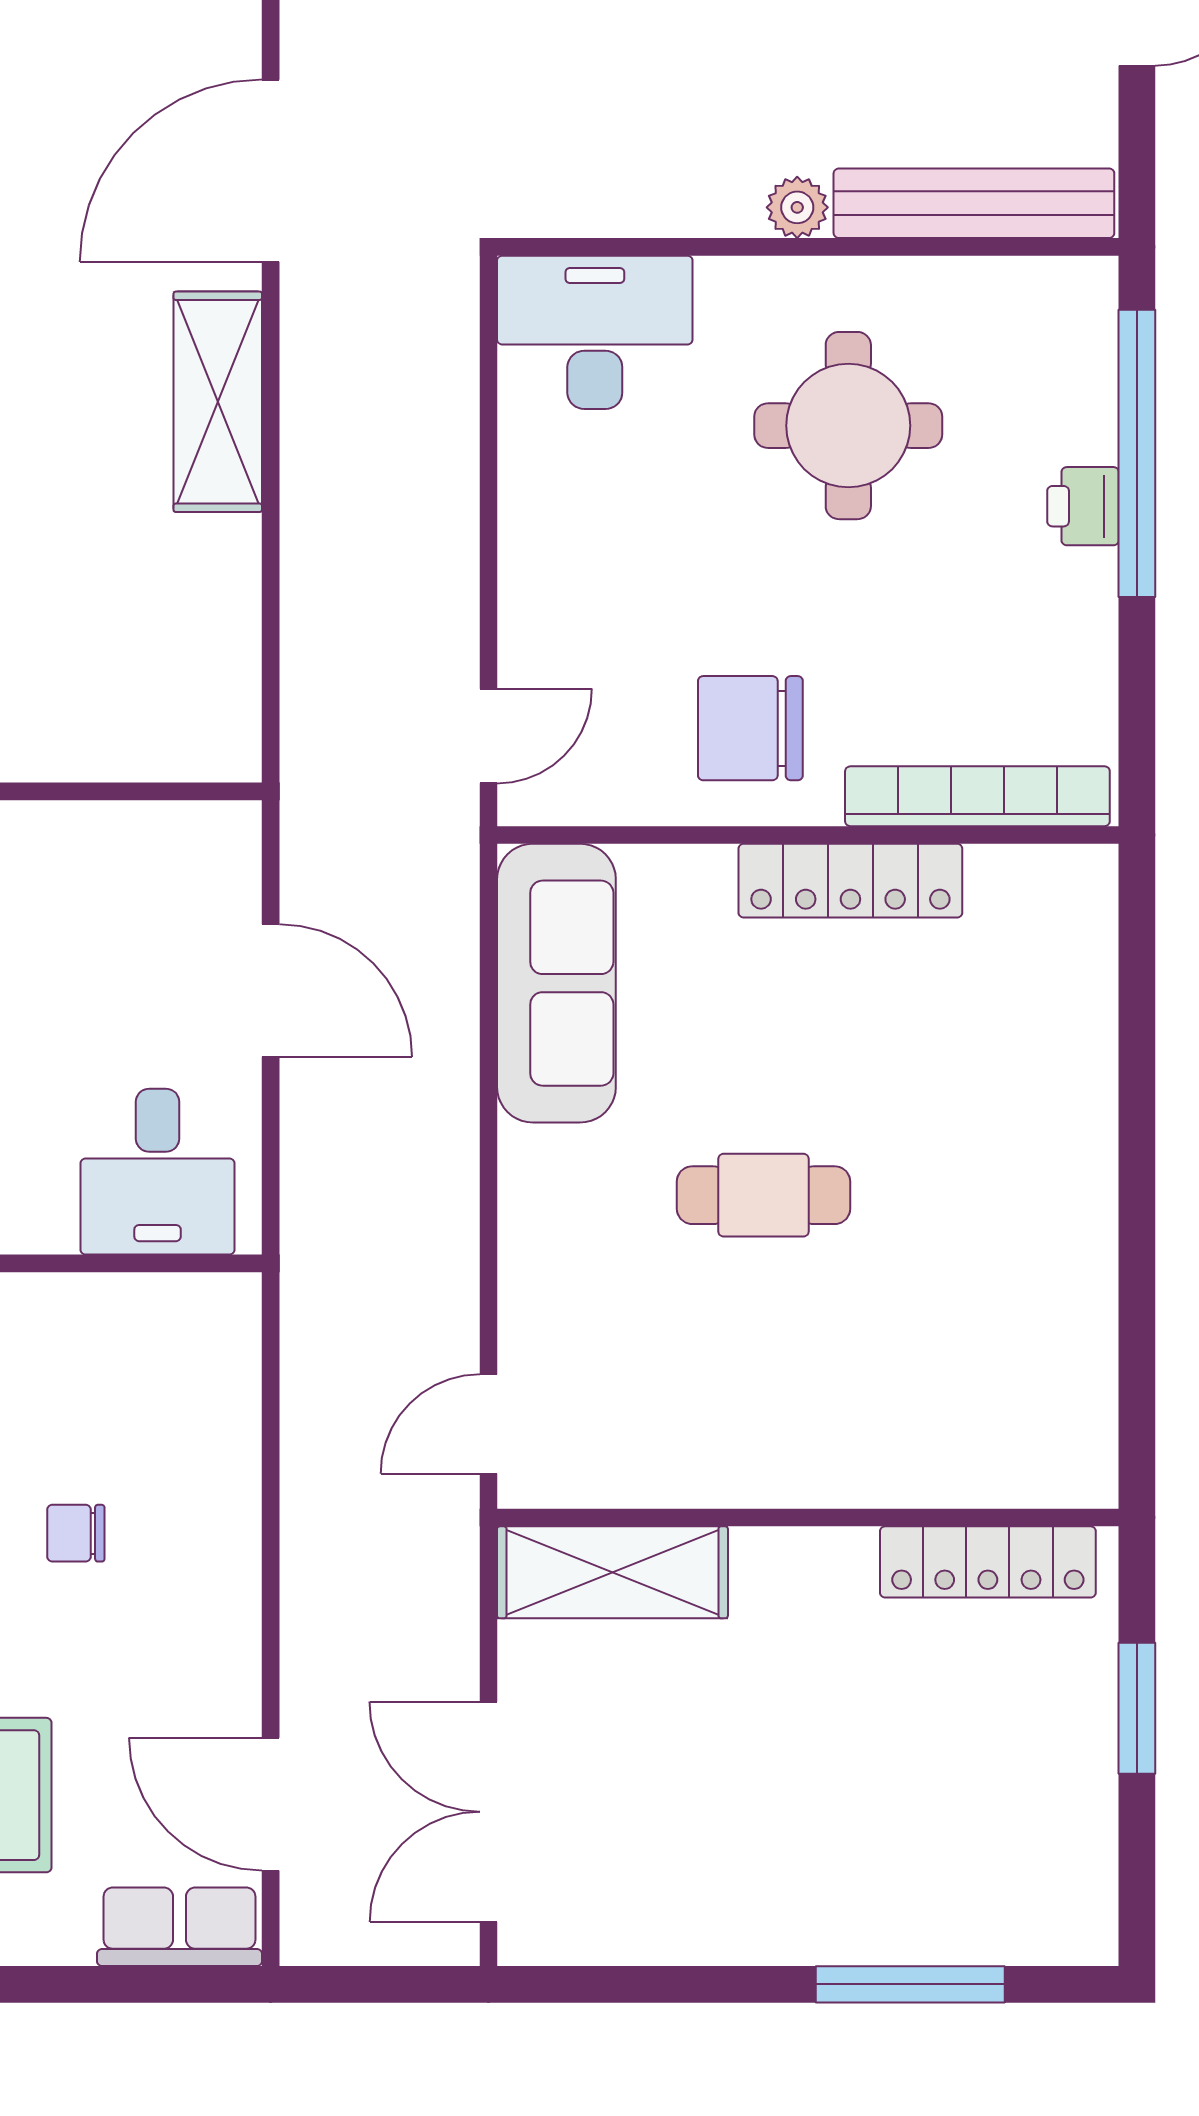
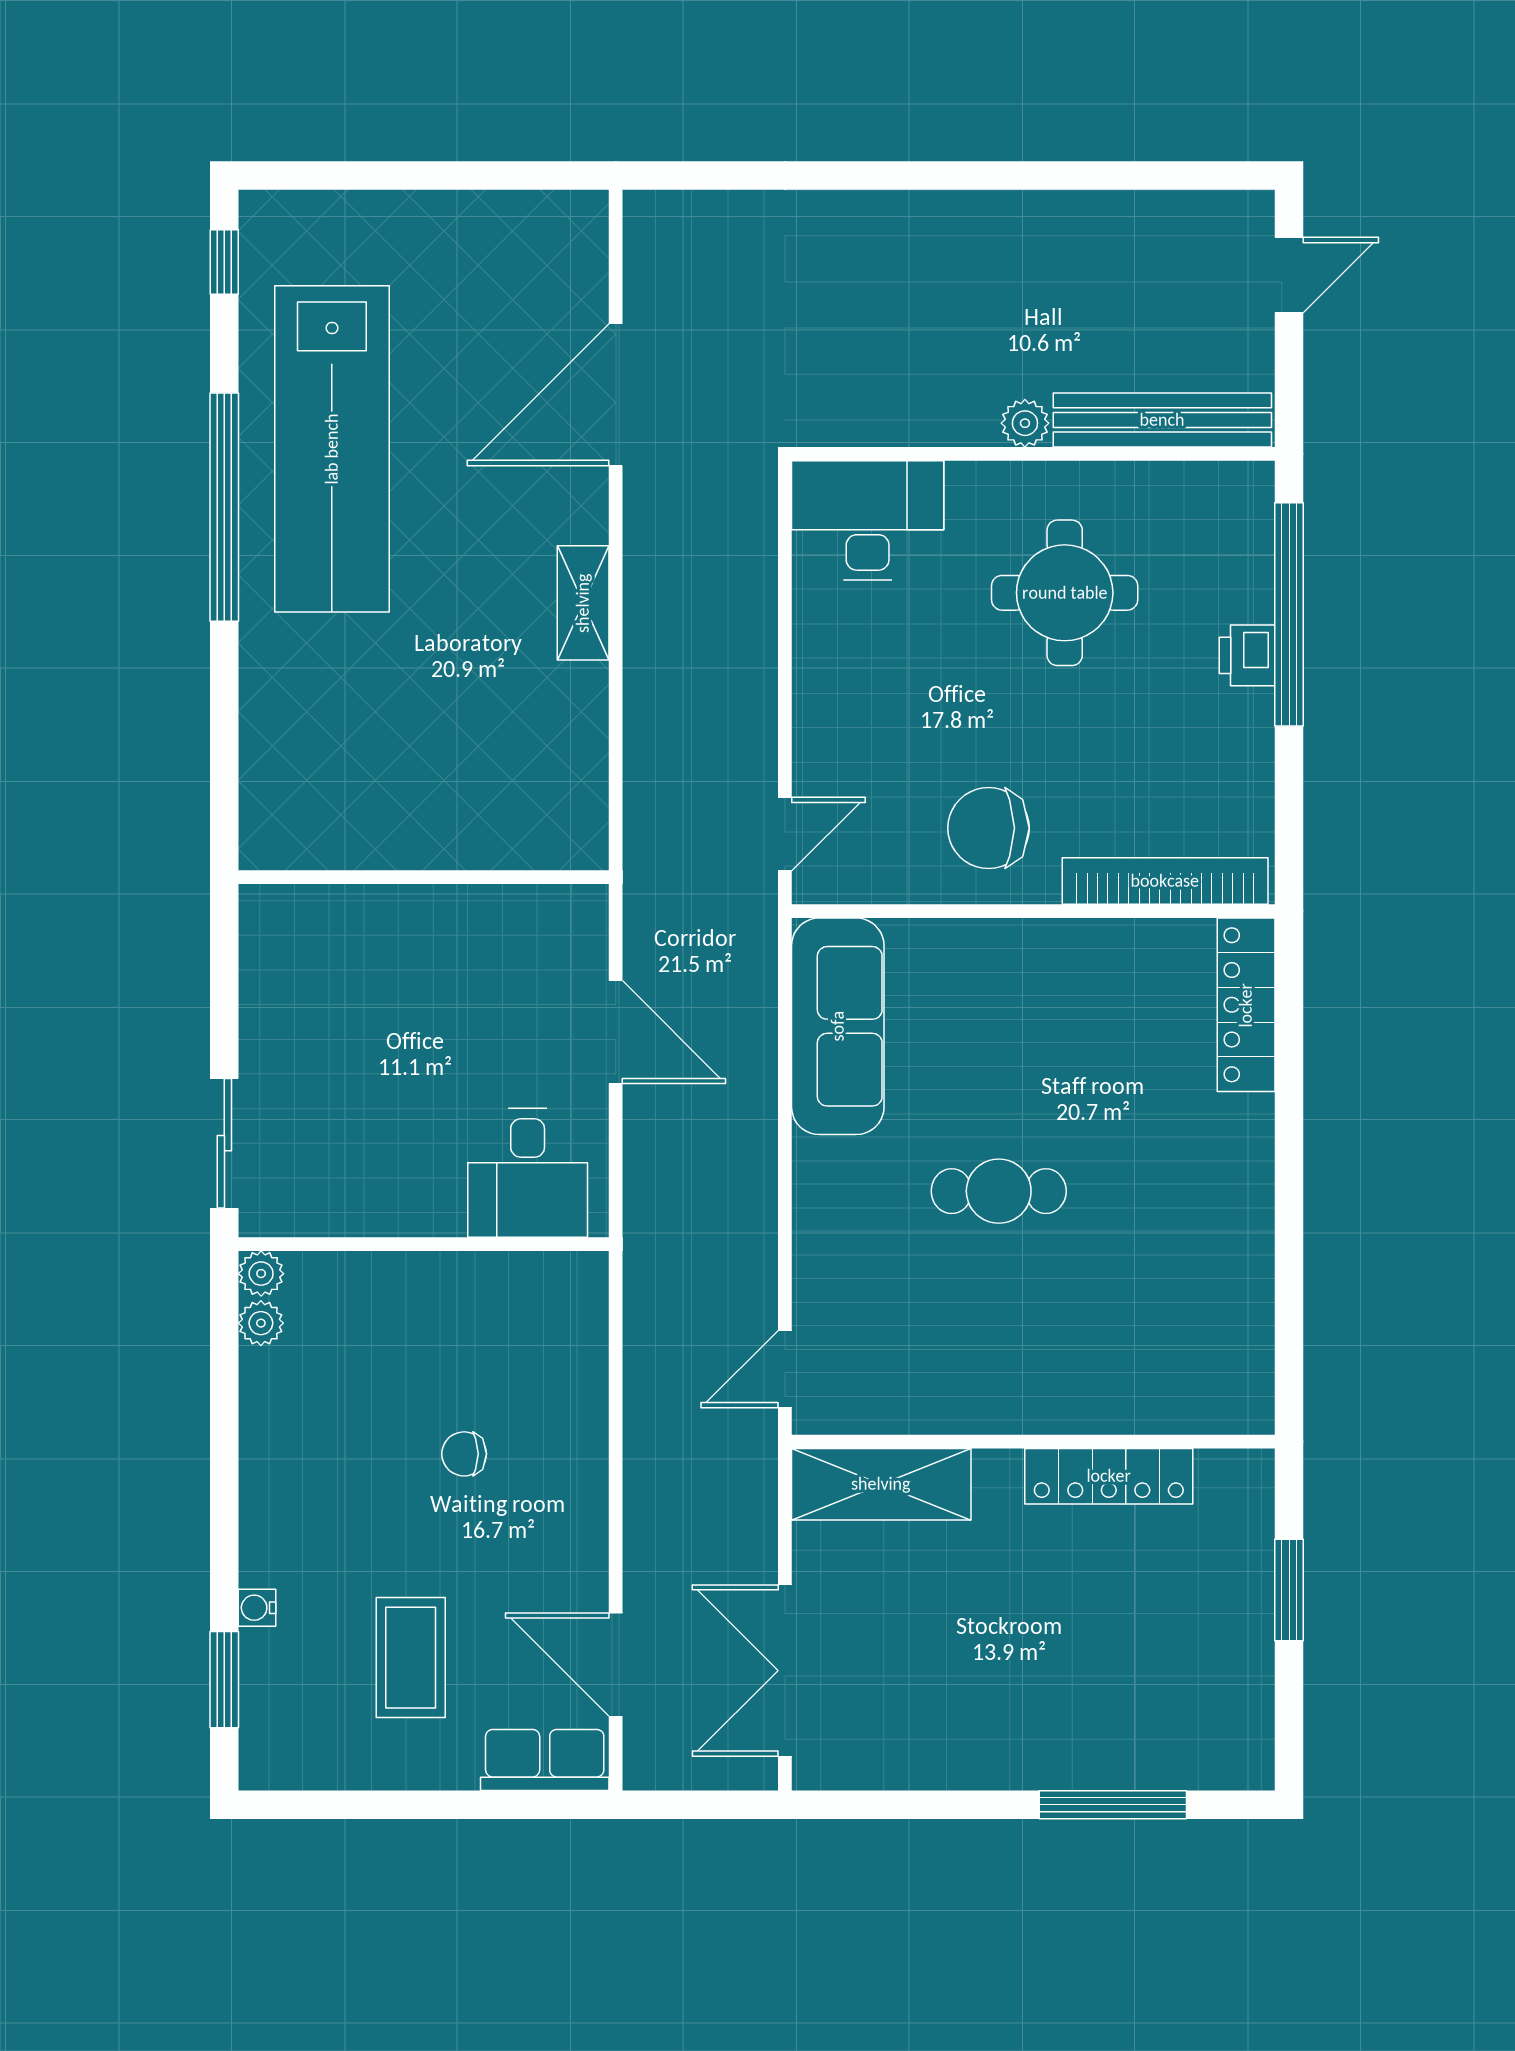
shelving: (218, 402) -> (583, 603), width x0.67, depth x0.75
locker: (850, 881) -> (1246, 1005), moved, turned 90
locker: (988, 1562) -> (1109, 1476), moved

